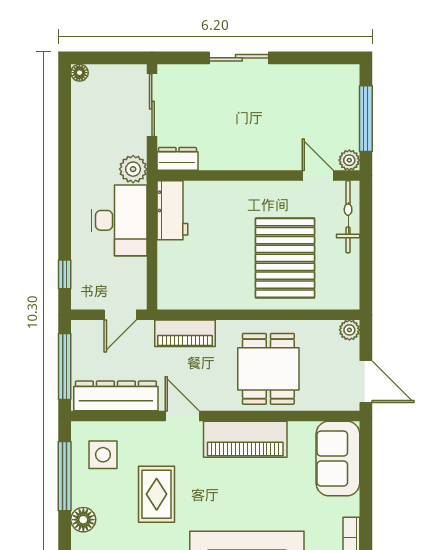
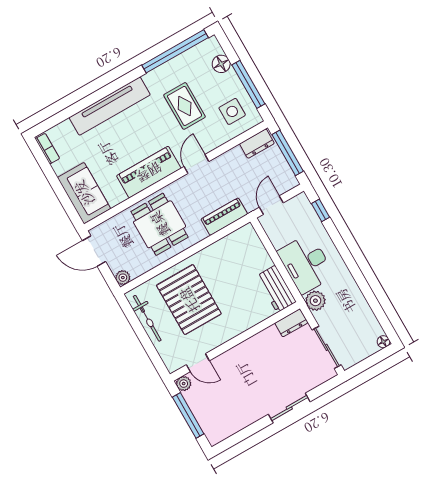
bicycle: (348, 217) -> (147, 318), moved
dresser: (116, 396) -> (257, 144), width x0.51, depth x0.80
door: (182, 416) -> (196, 164), swing flipped

